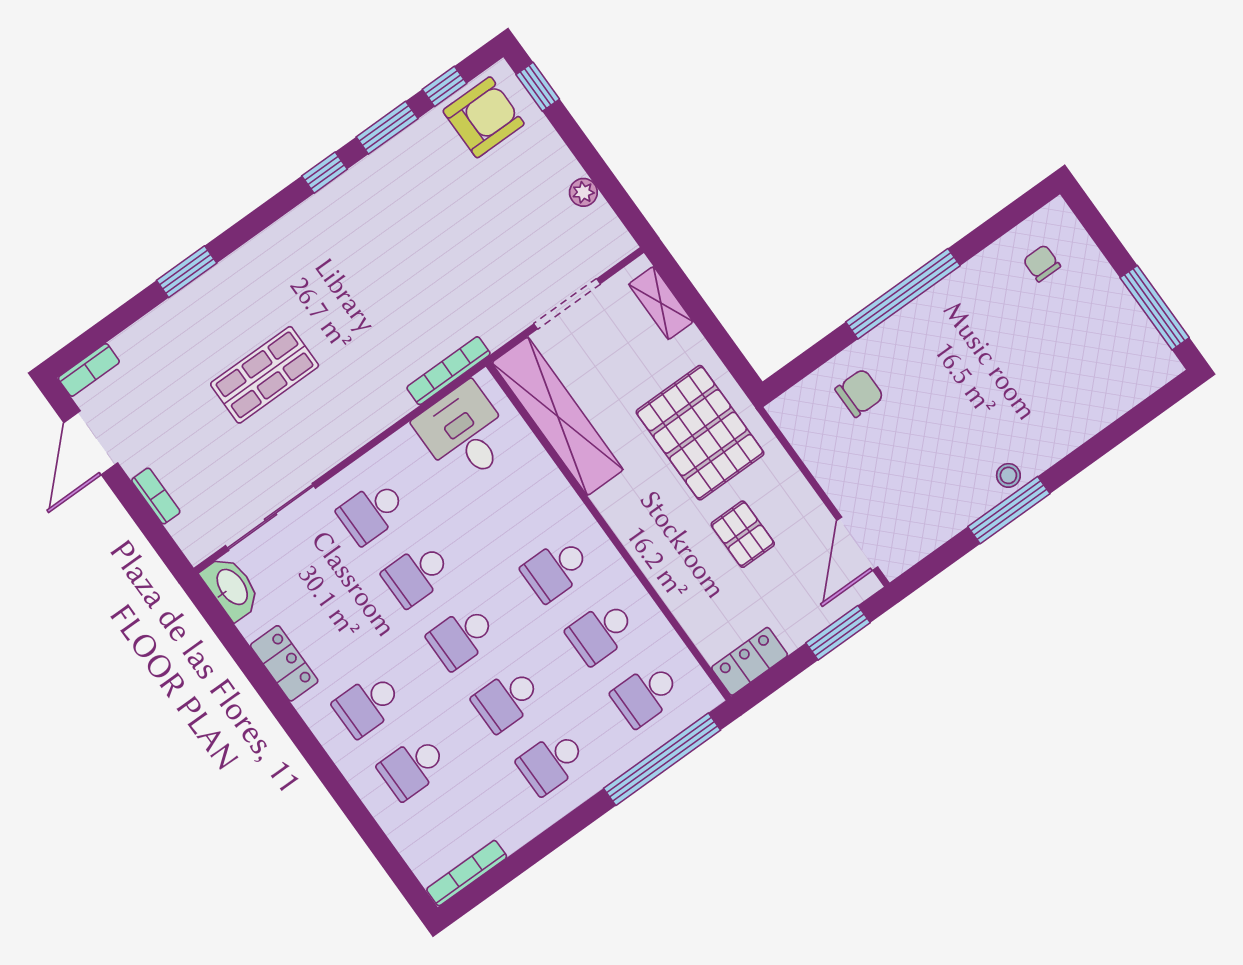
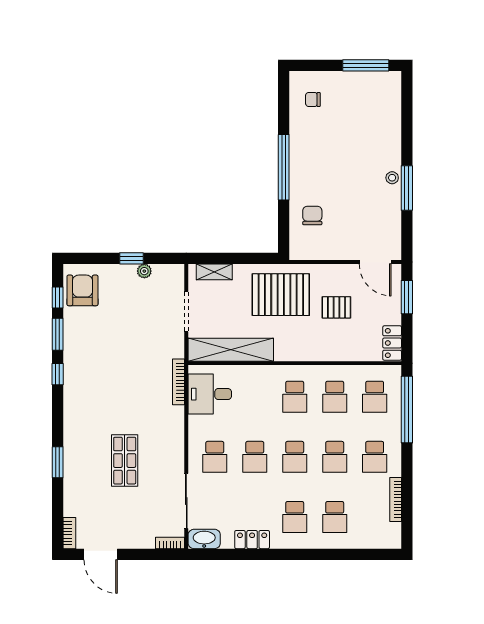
window: (538, 87) -> (131, 258), moved
bookcase: (156, 496) -> (170, 543), moved
bookcase: (467, 873) -> (396, 499), moved

